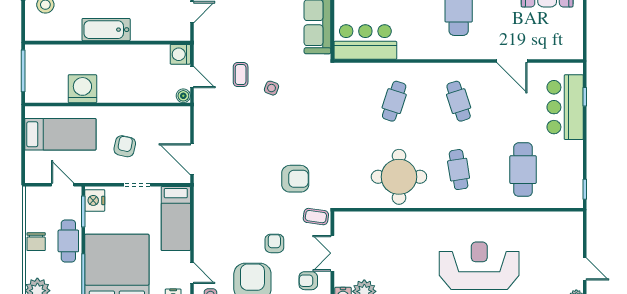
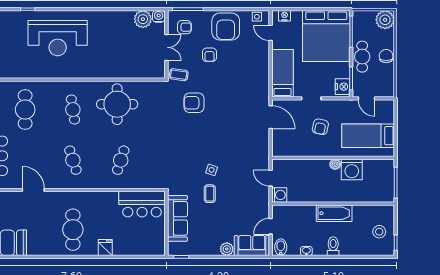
coffee table: (241, 75) -> (210, 194), moved
boiler: (183, 96) -> (335, 164), moved

